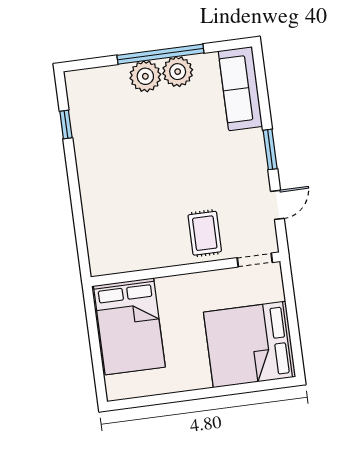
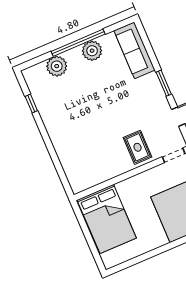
plant: (145, 76) -> (57, 66), moved

